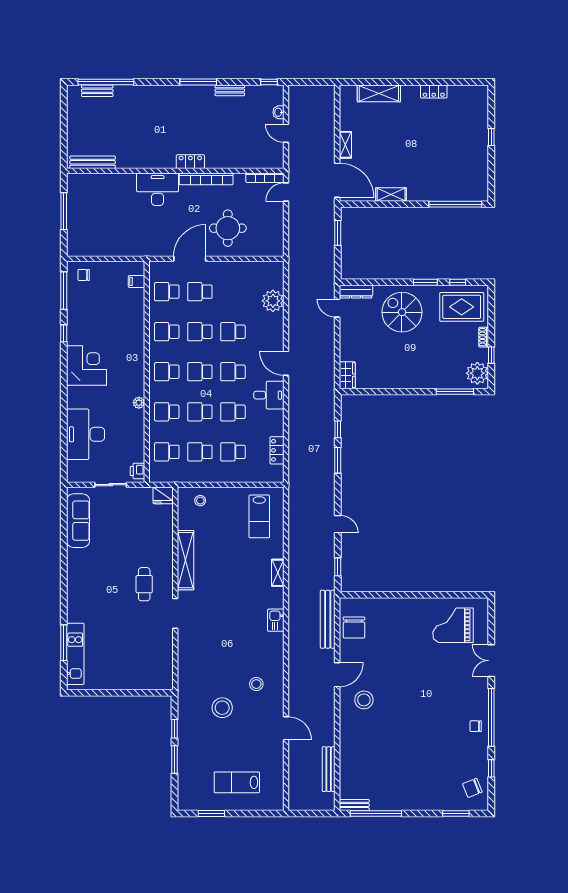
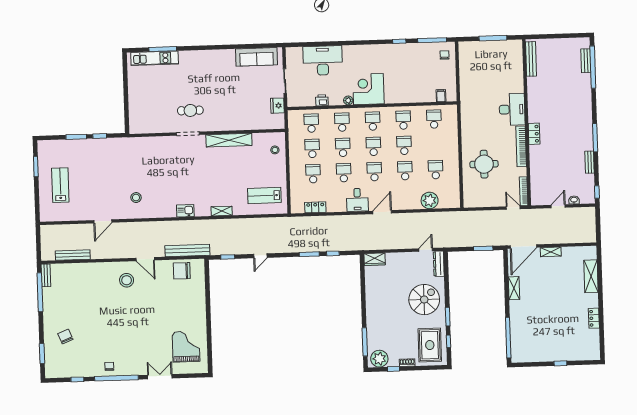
door: (190, 259) -> (460, 136), removed
school desk: (200, 292) -> (436, 170), moved
corner desk: (86, 365) -> (368, 89), moved, turned 180
printer: (137, 471) -> (322, 100), moved
fridge: (163, 495) -> (277, 106), moved
cafe table: (144, 584) -> (190, 110), moved
stool: (222, 708) -> (117, 172), removed
chair: (472, 788) -> (65, 336), moved

